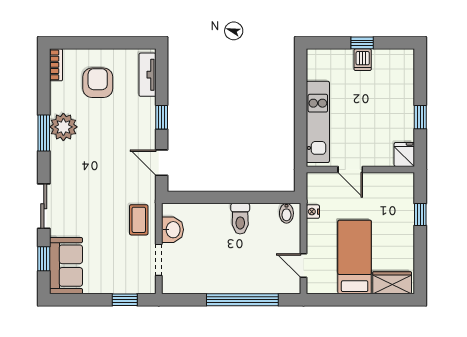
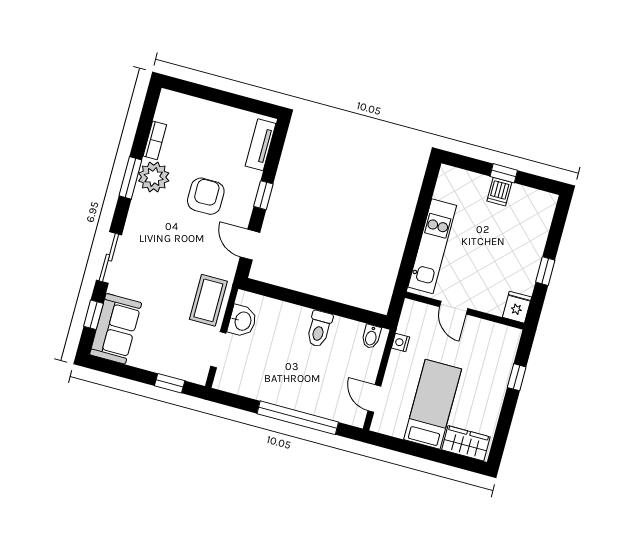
bookcase: (56, 65) -> (155, 140), moved
armchair: (98, 83) -> (206, 196), moved
coffee table: (139, 220) -> (208, 300), width x1.36, depth x1.30

